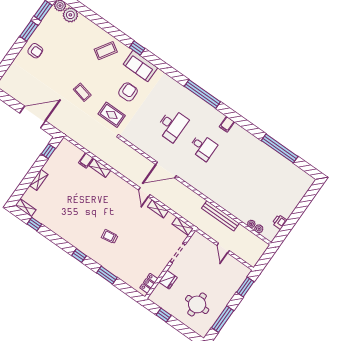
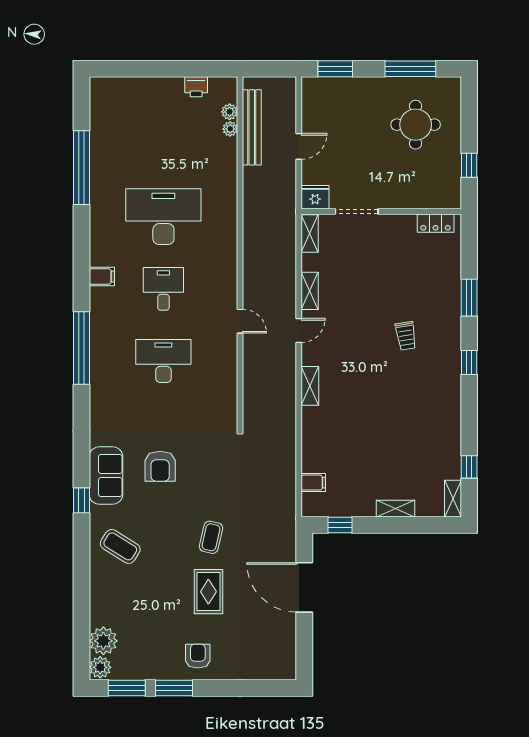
armchair: (128, 92) -> (160, 466), turned -90
rug: (112, 115) -> (208, 592), moved
filing cabinet: (86, 160) -> (313, 483), moved
shelving: (100, 168) -> (310, 386), moved
desk: (234, 169) -> (163, 217), added
door: (166, 170) -> (240, 321), width x0.53
bench: (220, 216) -> (252, 127), moved
fridge: (168, 280) -> (315, 197), moved

